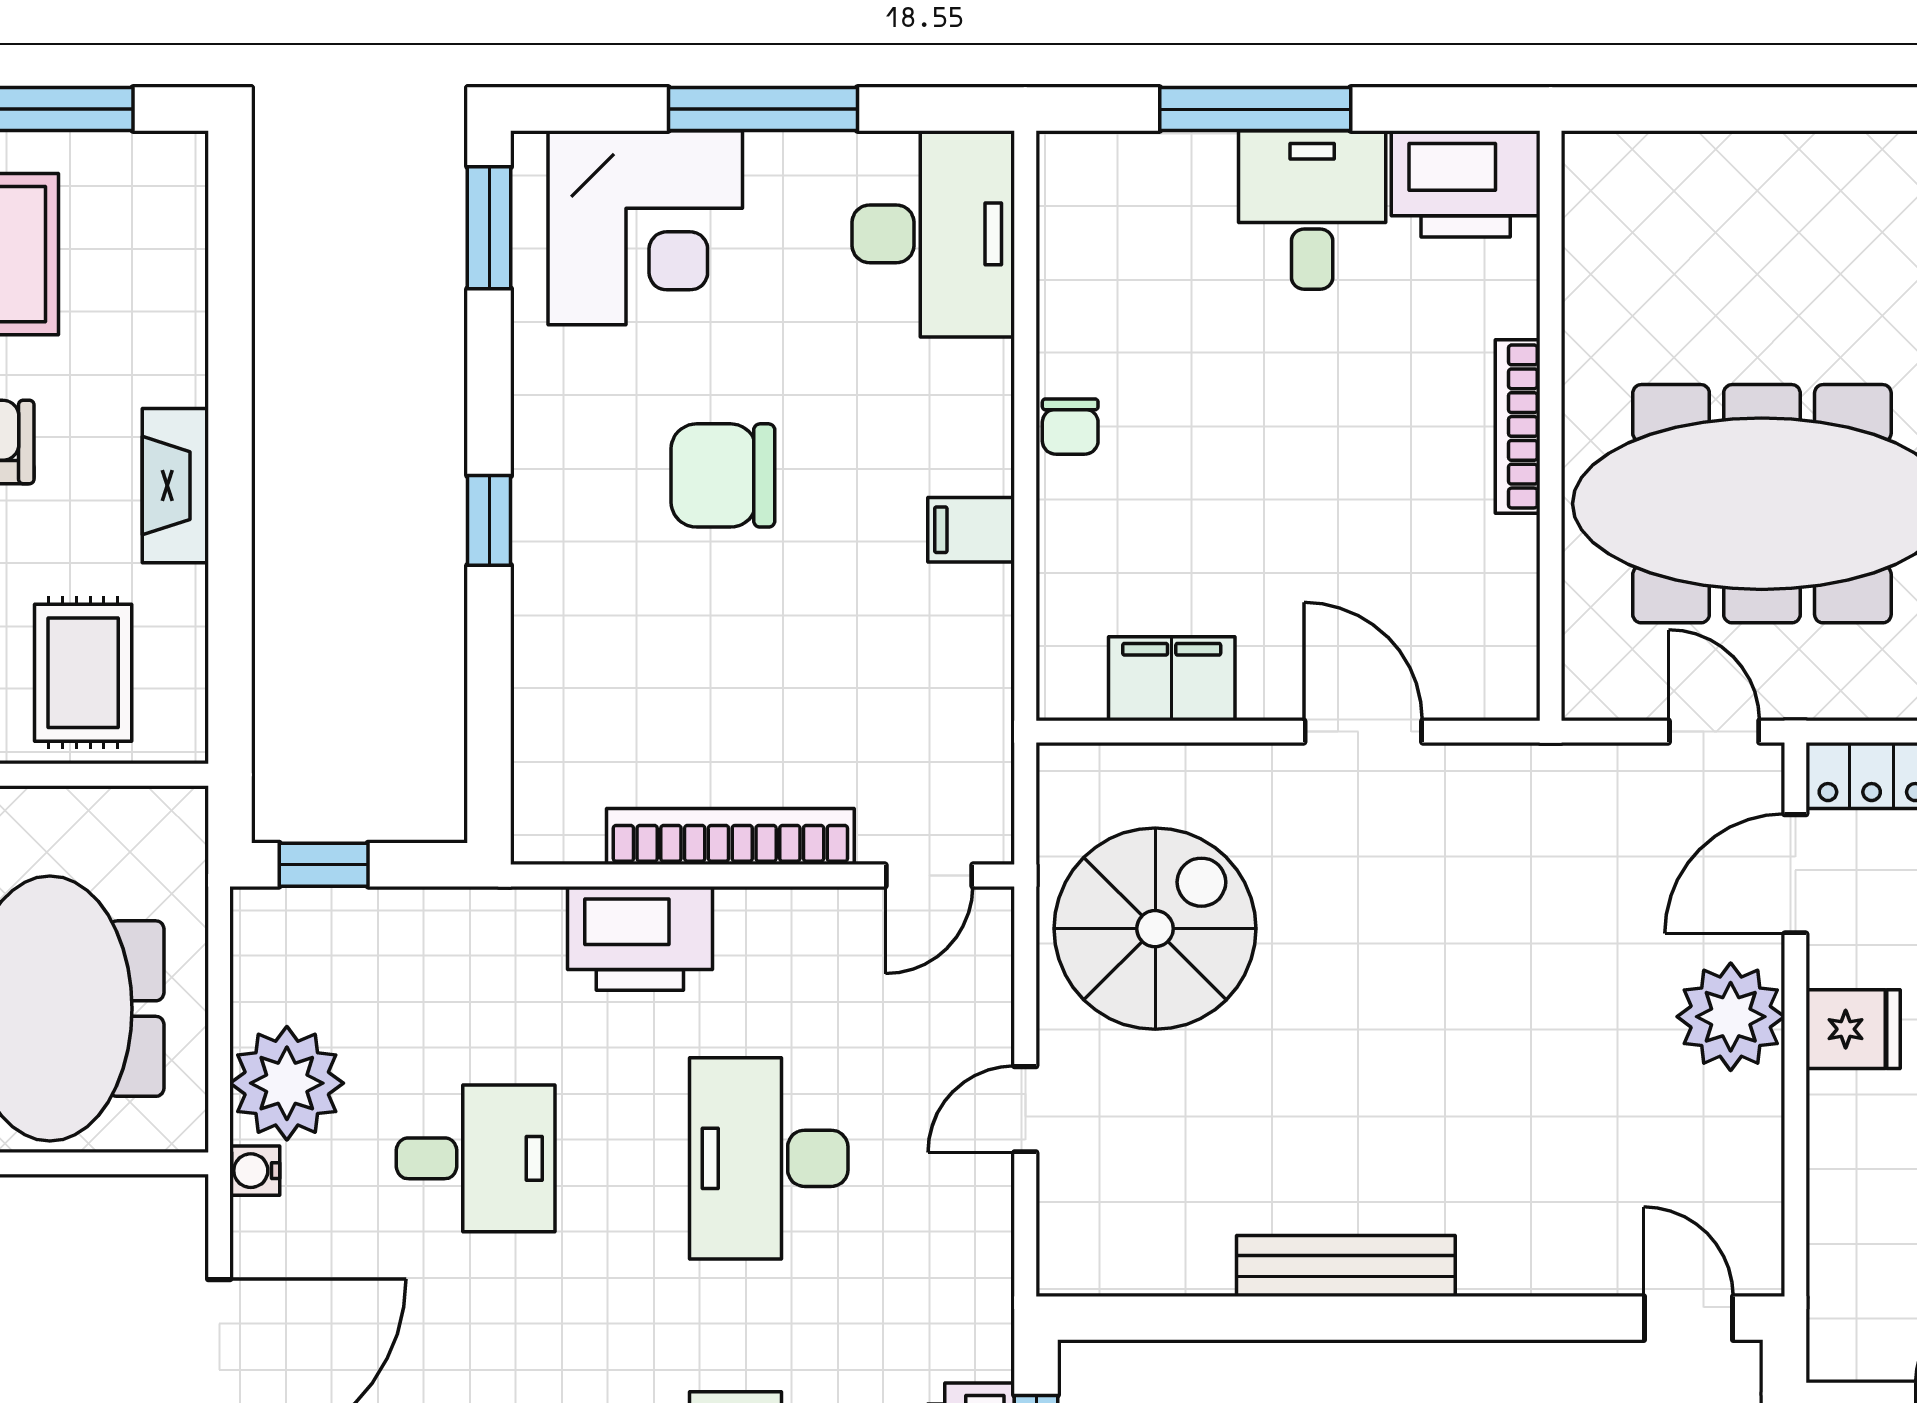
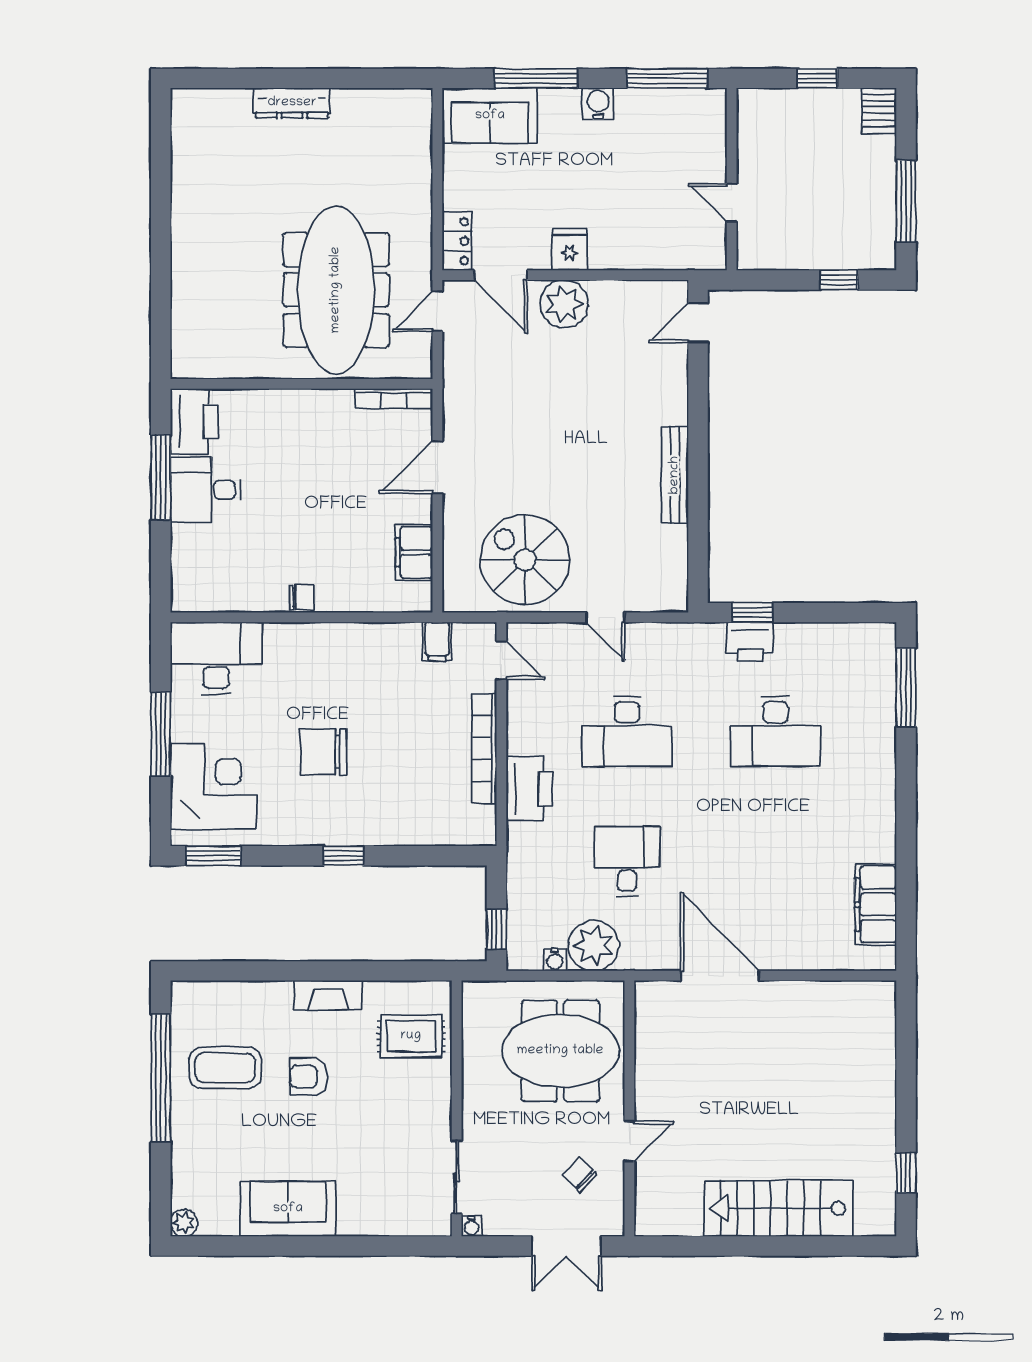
window: (1255, 109) -> (161, 477), moved
bookcase: (1518, 426) -> (394, 399), moved
chair: (723, 475) -> (324, 752), turned 90
filing cabinet: (971, 530) -> (437, 641), moved
water cooler: (255, 1171) -> (555, 960), moved

